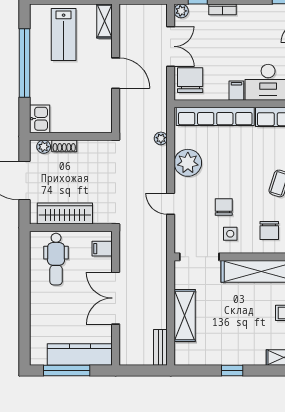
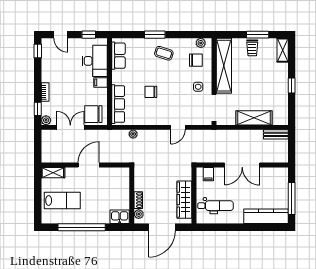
row of seats: (215, 116) -> (118, 104), width x0.73
plant: (188, 163) -> (150, 116), removed
chair: (224, 207) -> (151, 92), moved
kitchen counter: (80, 355) -> (266, 216), moved, turned 90

